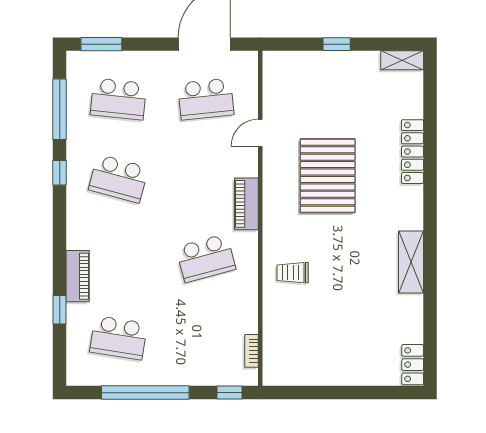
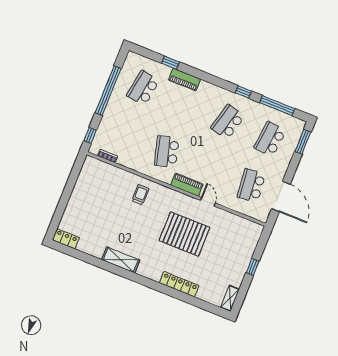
door: (260, 133) -> (208, 202), moved

